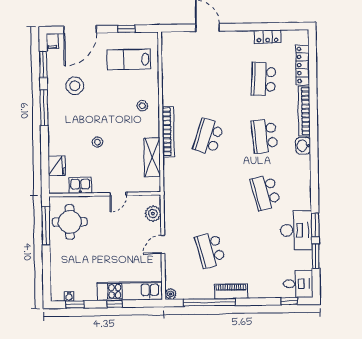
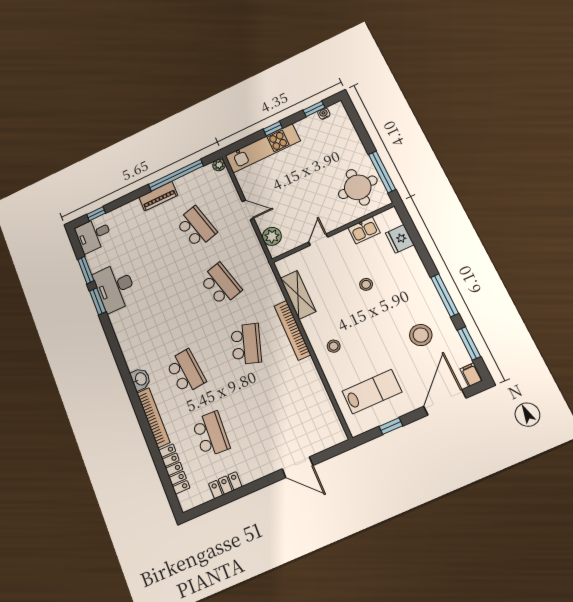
school desk: (265, 192) -> (221, 284), moved
door: (163, 244) -> (248, 210), hinge flipped

